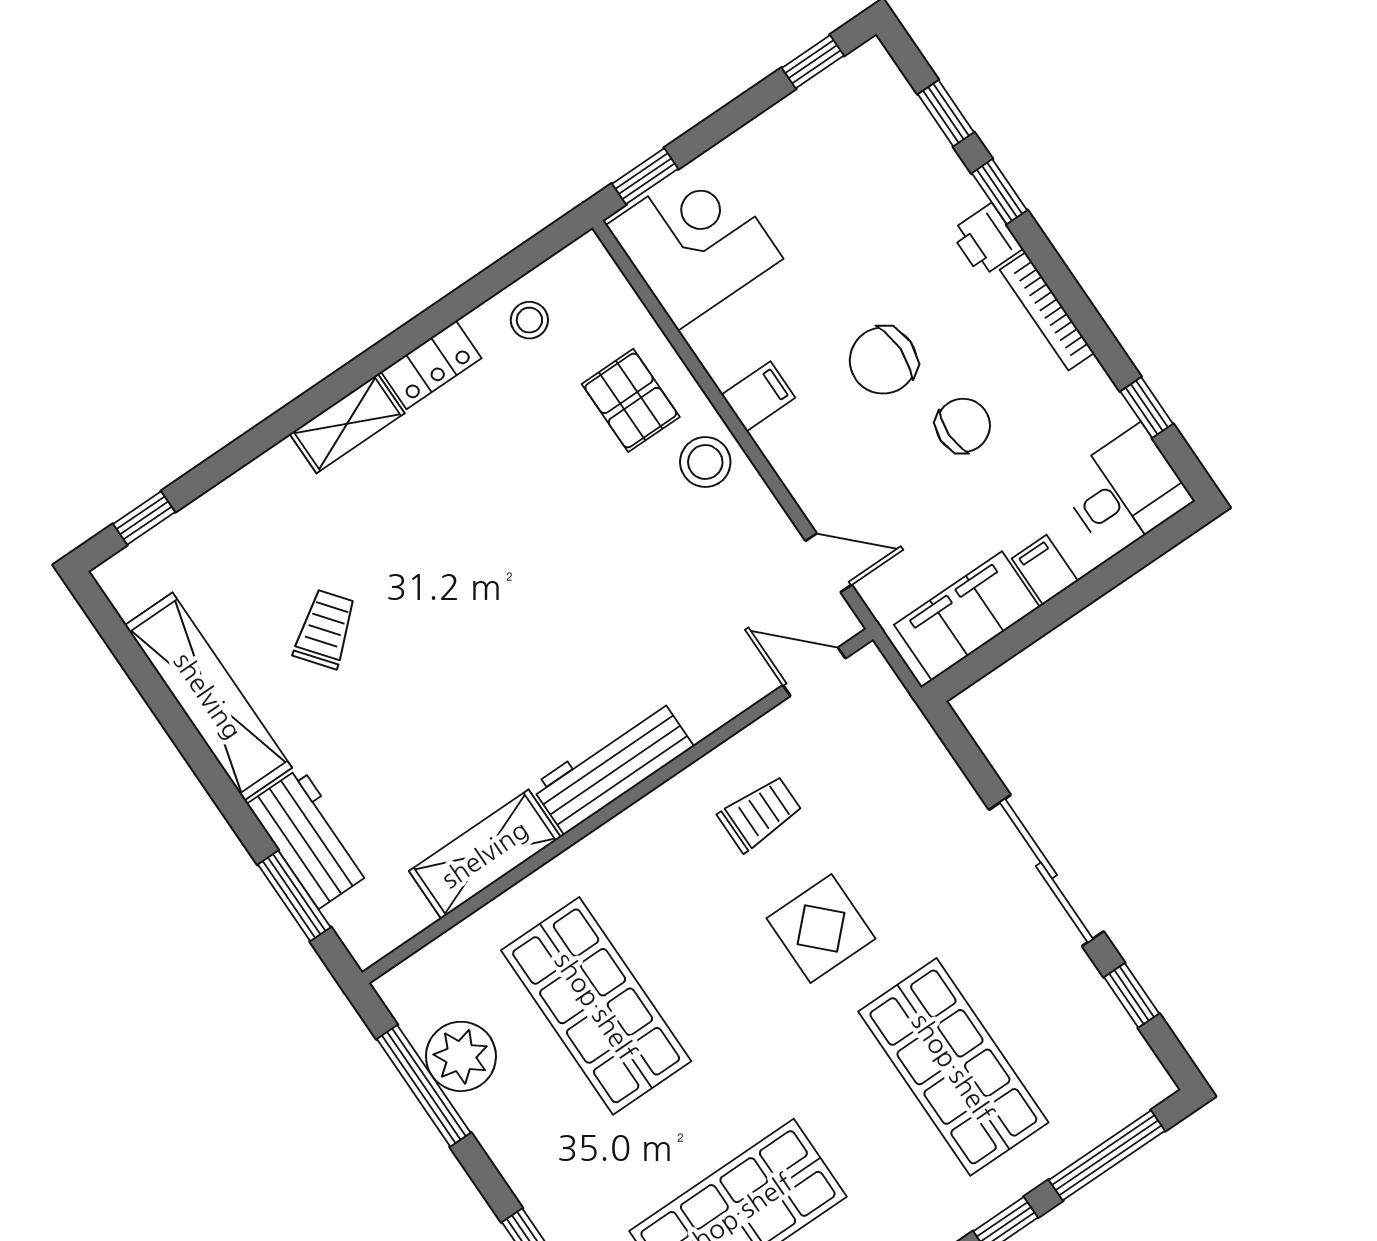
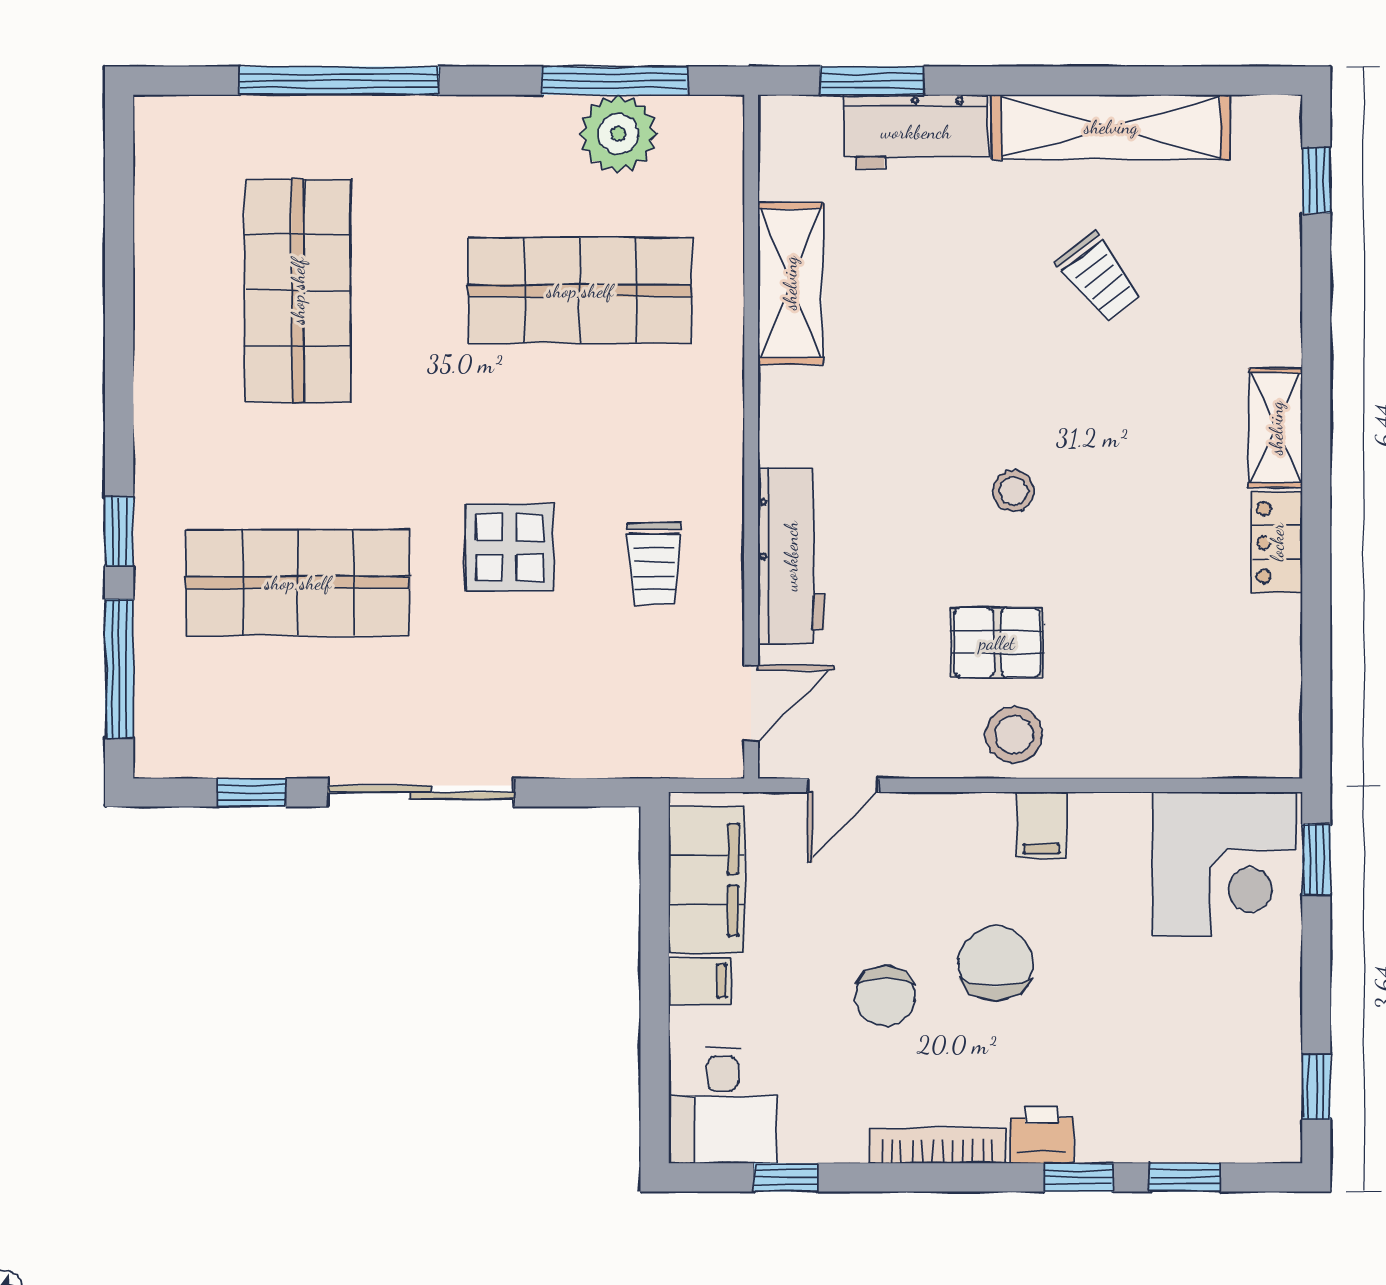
stool: (529, 320) -> (1013, 491), moved
pallet: (631, 400) -> (997, 643), moved
workbench: (613, 766) -> (791, 556), moved

